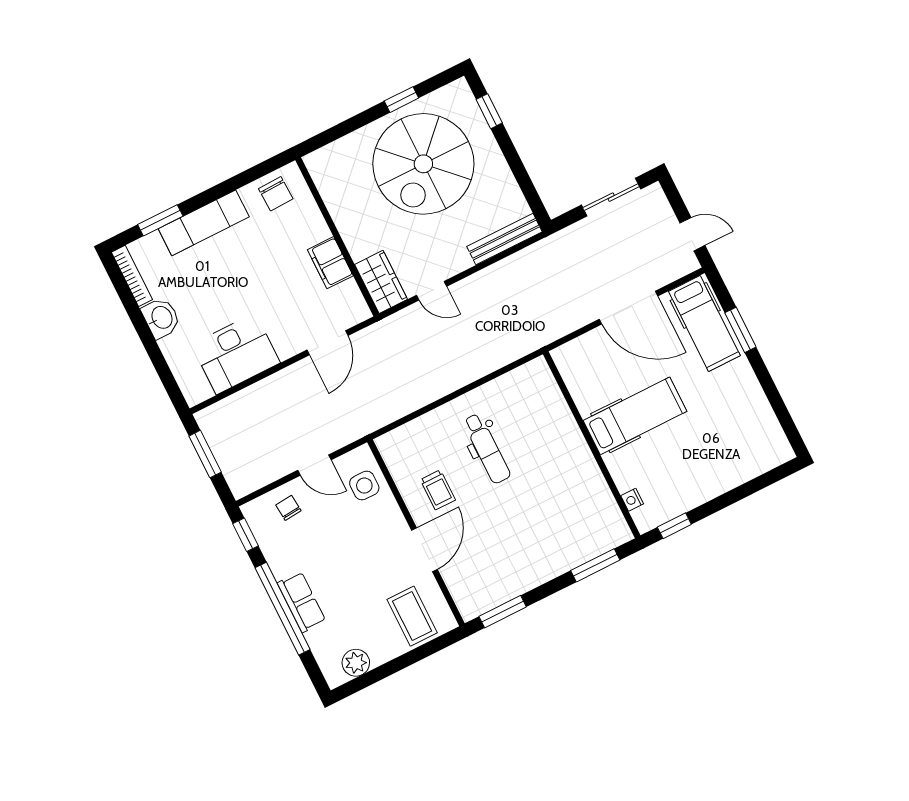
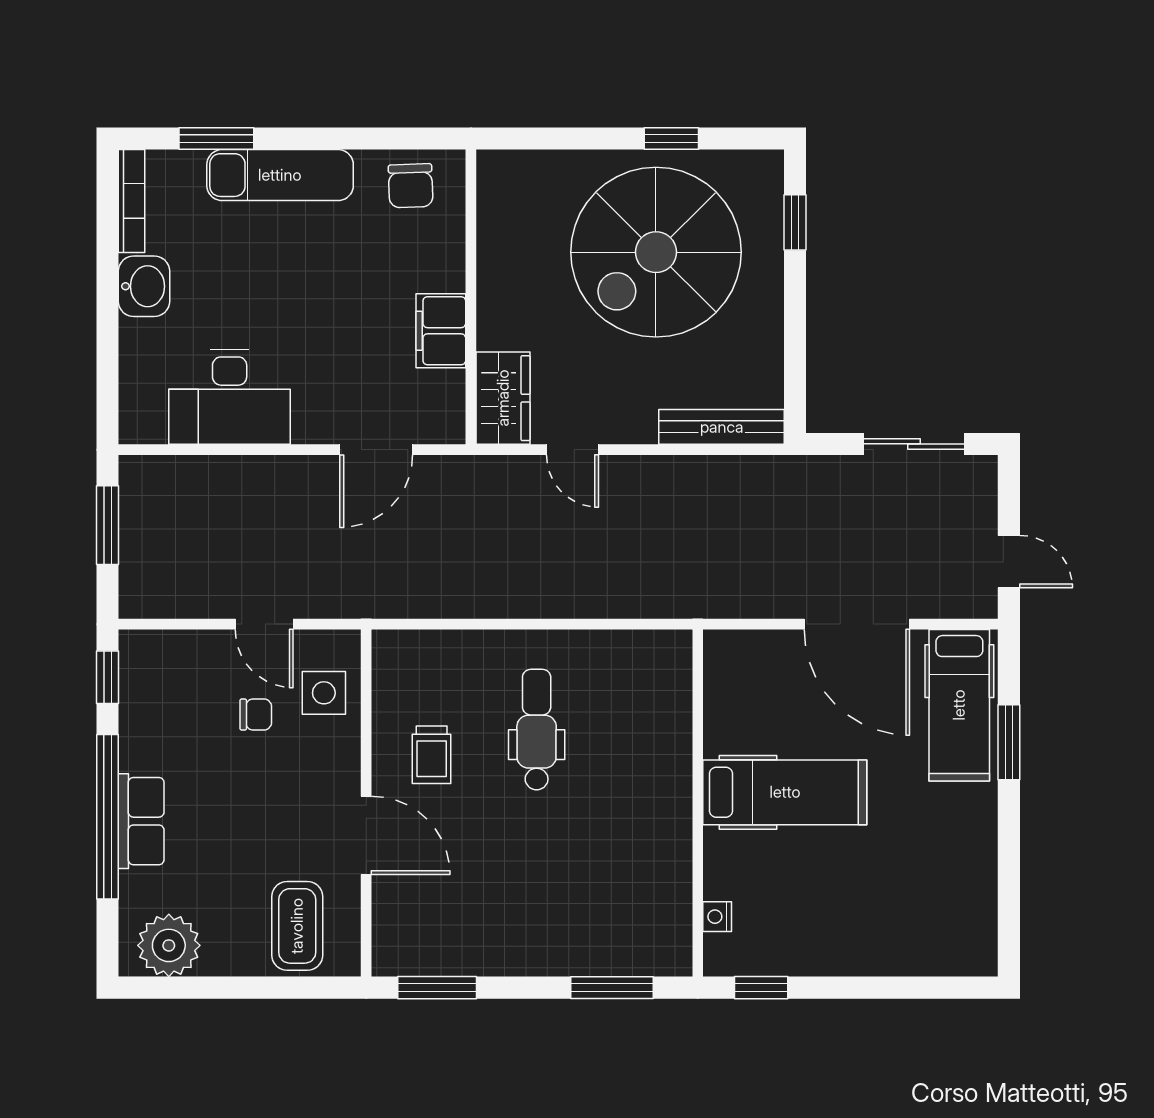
dental chair: (487, 449) -> (537, 730), turned 180
chair: (288, 508) -> (256, 715), moved, turned 95
door: (425, 550) -> (366, 835), hinge flipped
plant: (356, 663) -> (169, 945), width x1.36, depth x1.36

